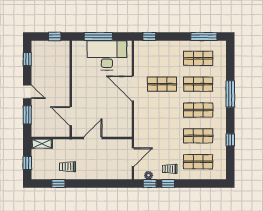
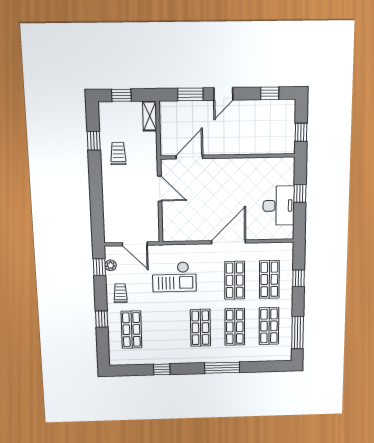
window: (98, 36) -> (300, 194), width x0.46
window: (149, 36) -> (299, 278), moved
desk: (107, 55) -> (279, 206), width x0.73, depth x0.77
checkout: (158, 129) -> (174, 277), added
shop shelf: (198, 136) -> (269, 279), moved
window: (168, 184) -> (102, 319), moved

